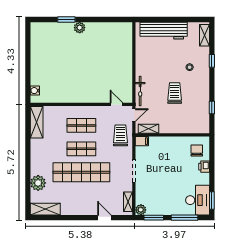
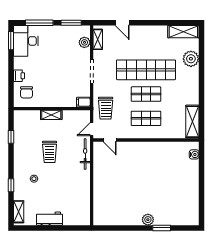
workbench: (164, 31) -> (49, 219), width x0.53, depth x0.76
shelving: (149, 129) -> (51, 115), moved
plant: (141, 210) -> (84, 42), moved

